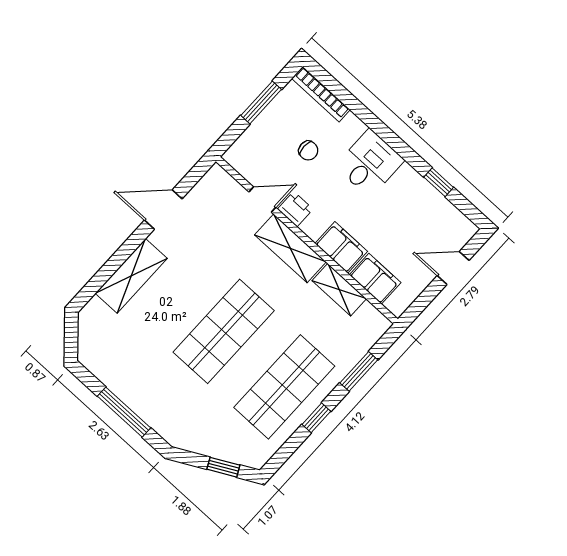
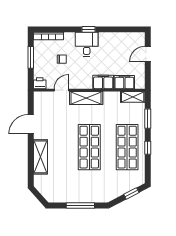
window: (439, 182) -> (89, 29), moved
printer: (295, 209) -> (40, 83), moved
shelving: (339, 290) -> (133, 97), moved

